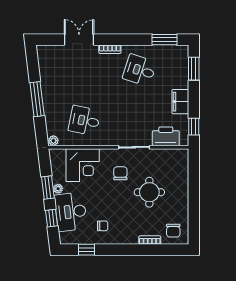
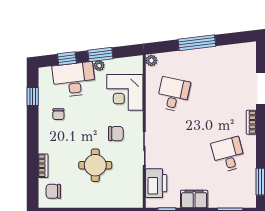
desk: (140, 70) -> (228, 155), turned -33

